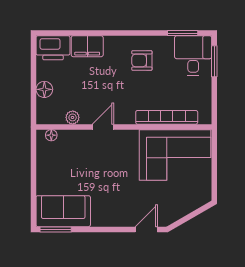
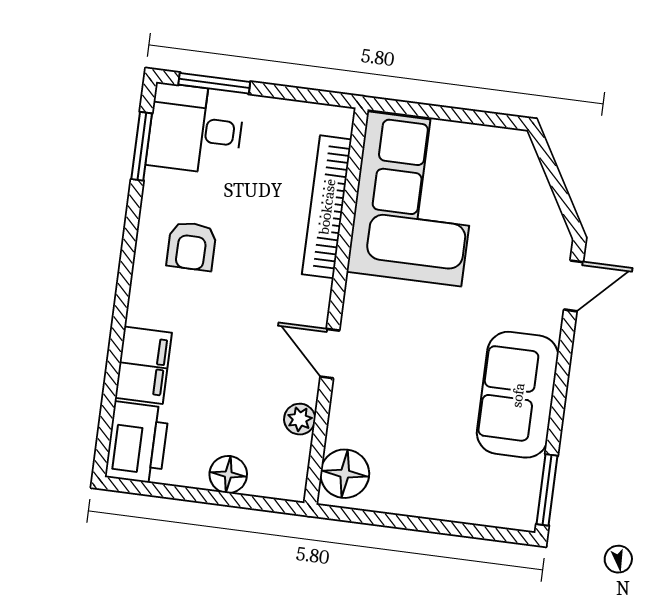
floor lamp: (51, 135) -> (345, 474), width x1.89, depth x1.89
sofa: (63, 211) -> (518, 395), moved
door: (146, 229) -> (574, 286), swing flipped

